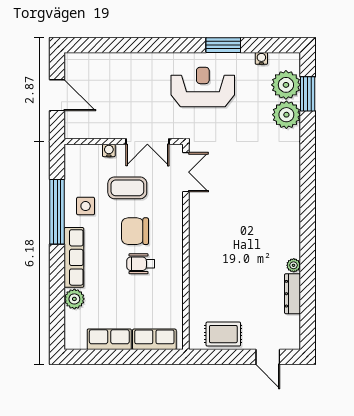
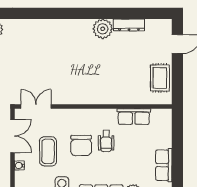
plant: (294, 265) -> (103, 29), width x1.87, depth x1.87
row of seats: (154, 339) -> (134, 117), moved, turned -90

